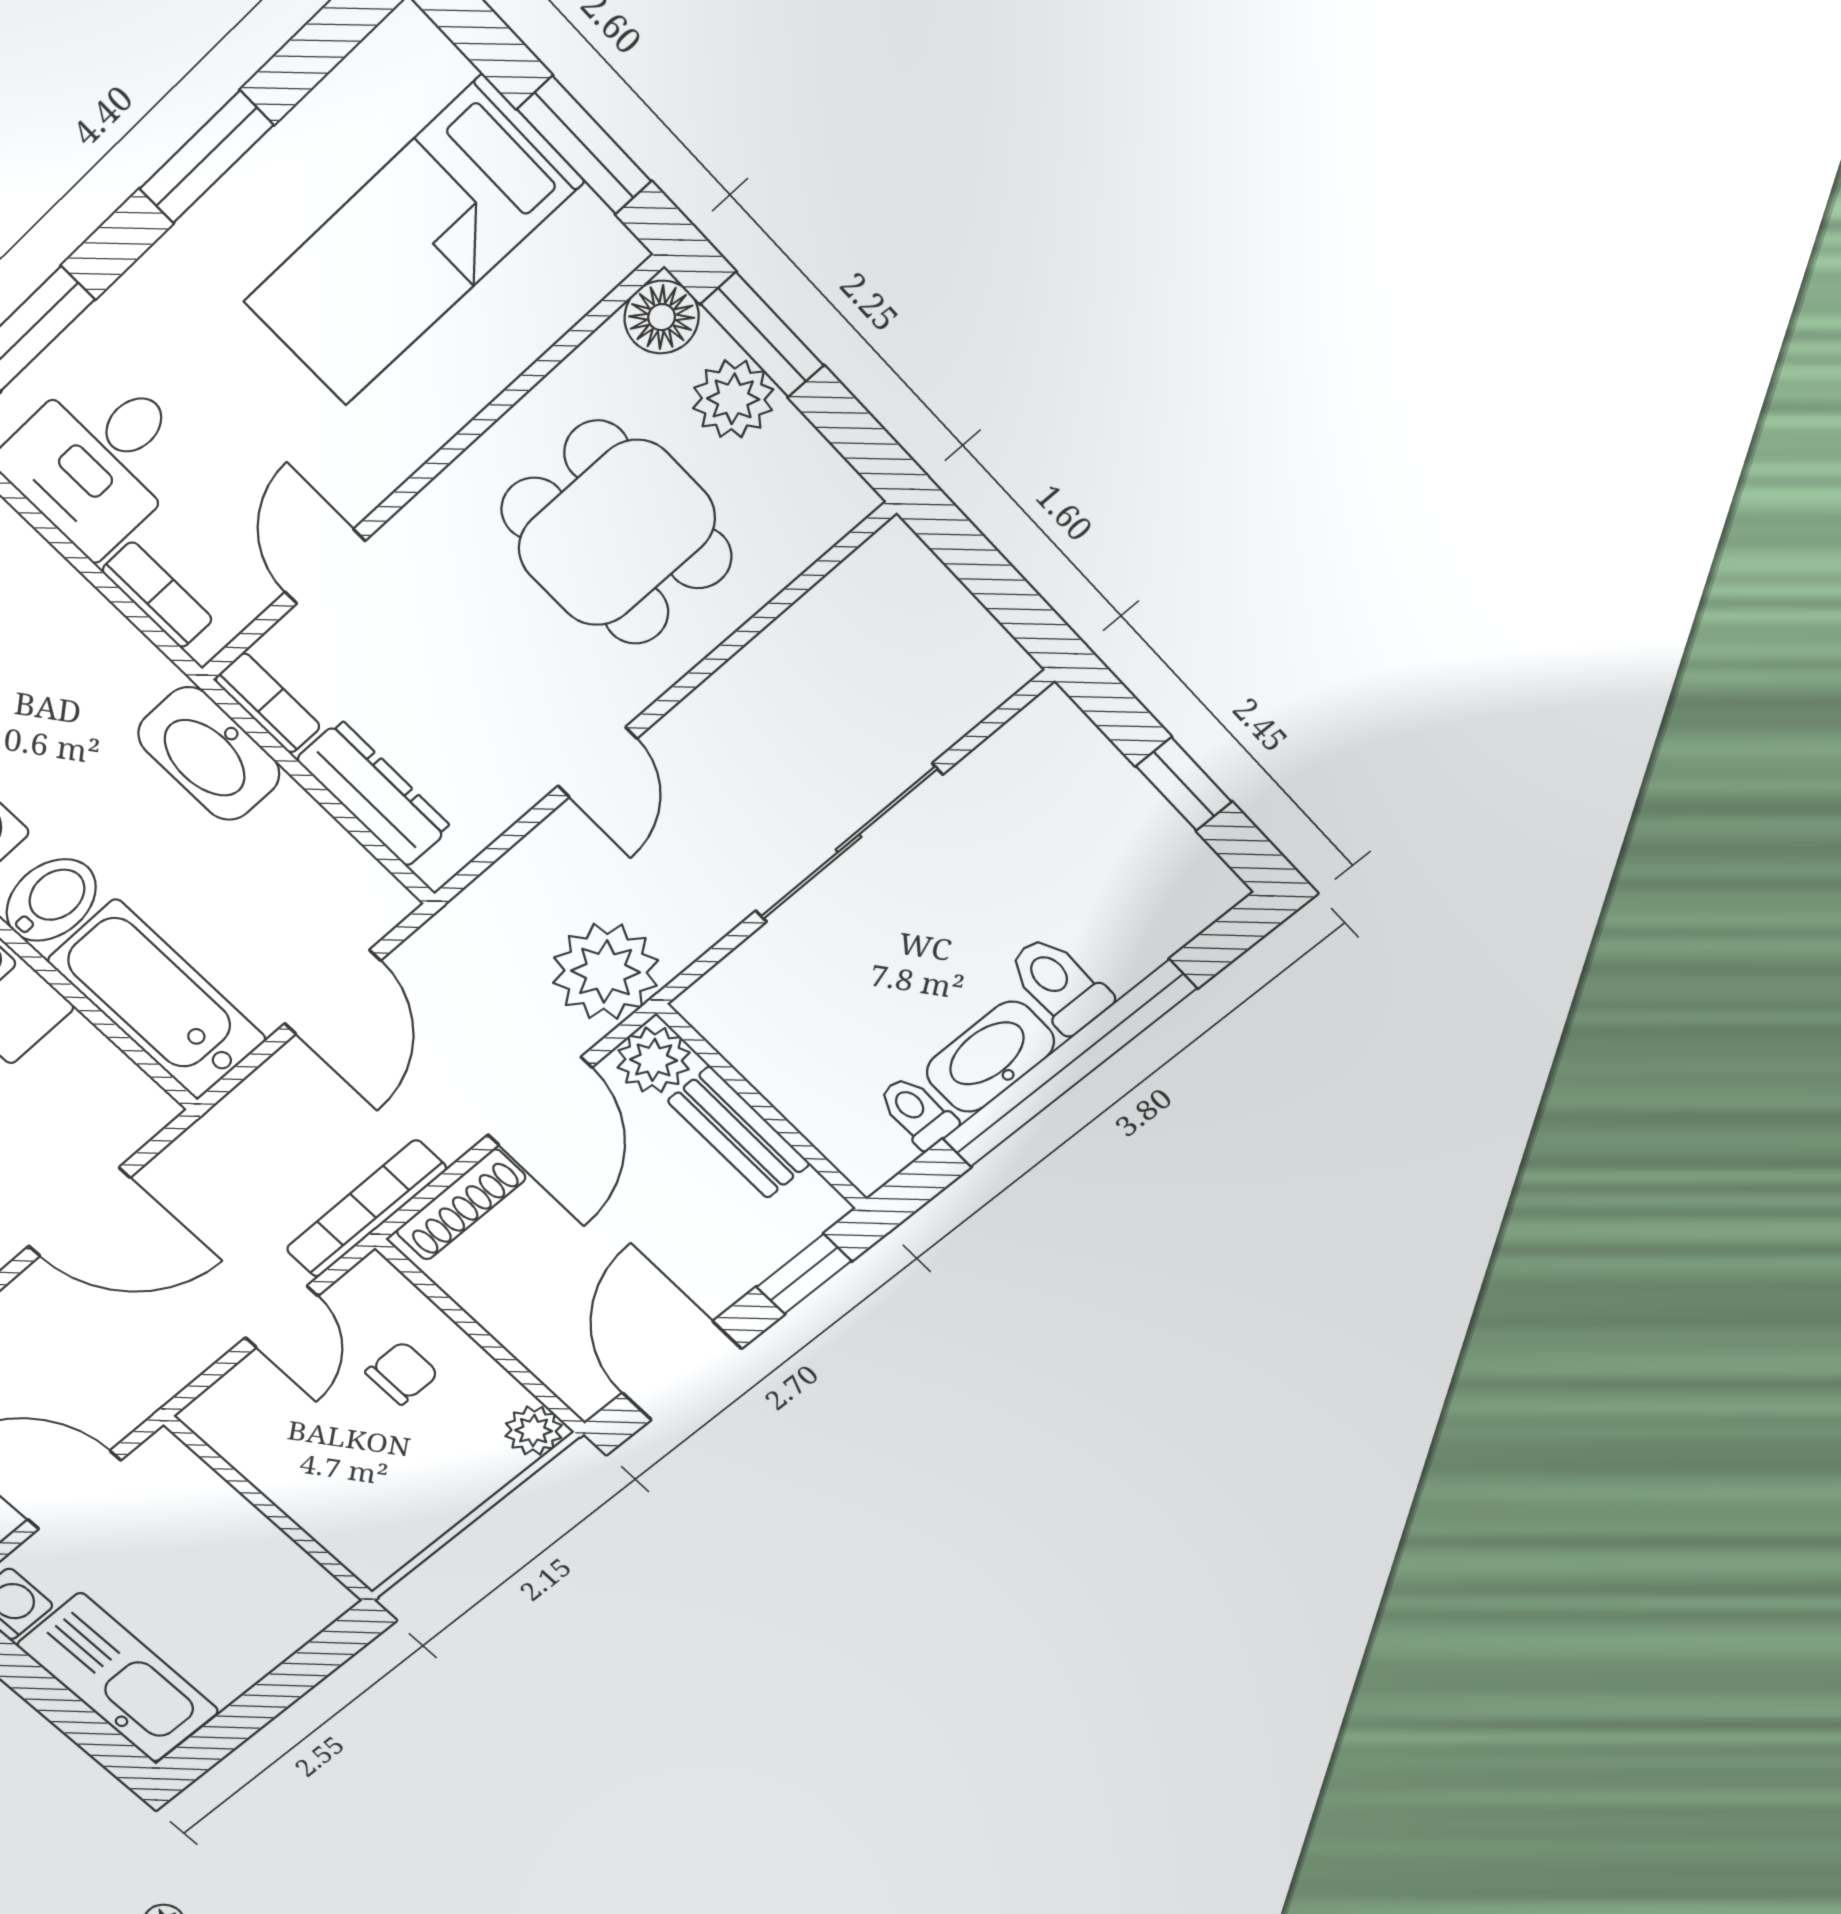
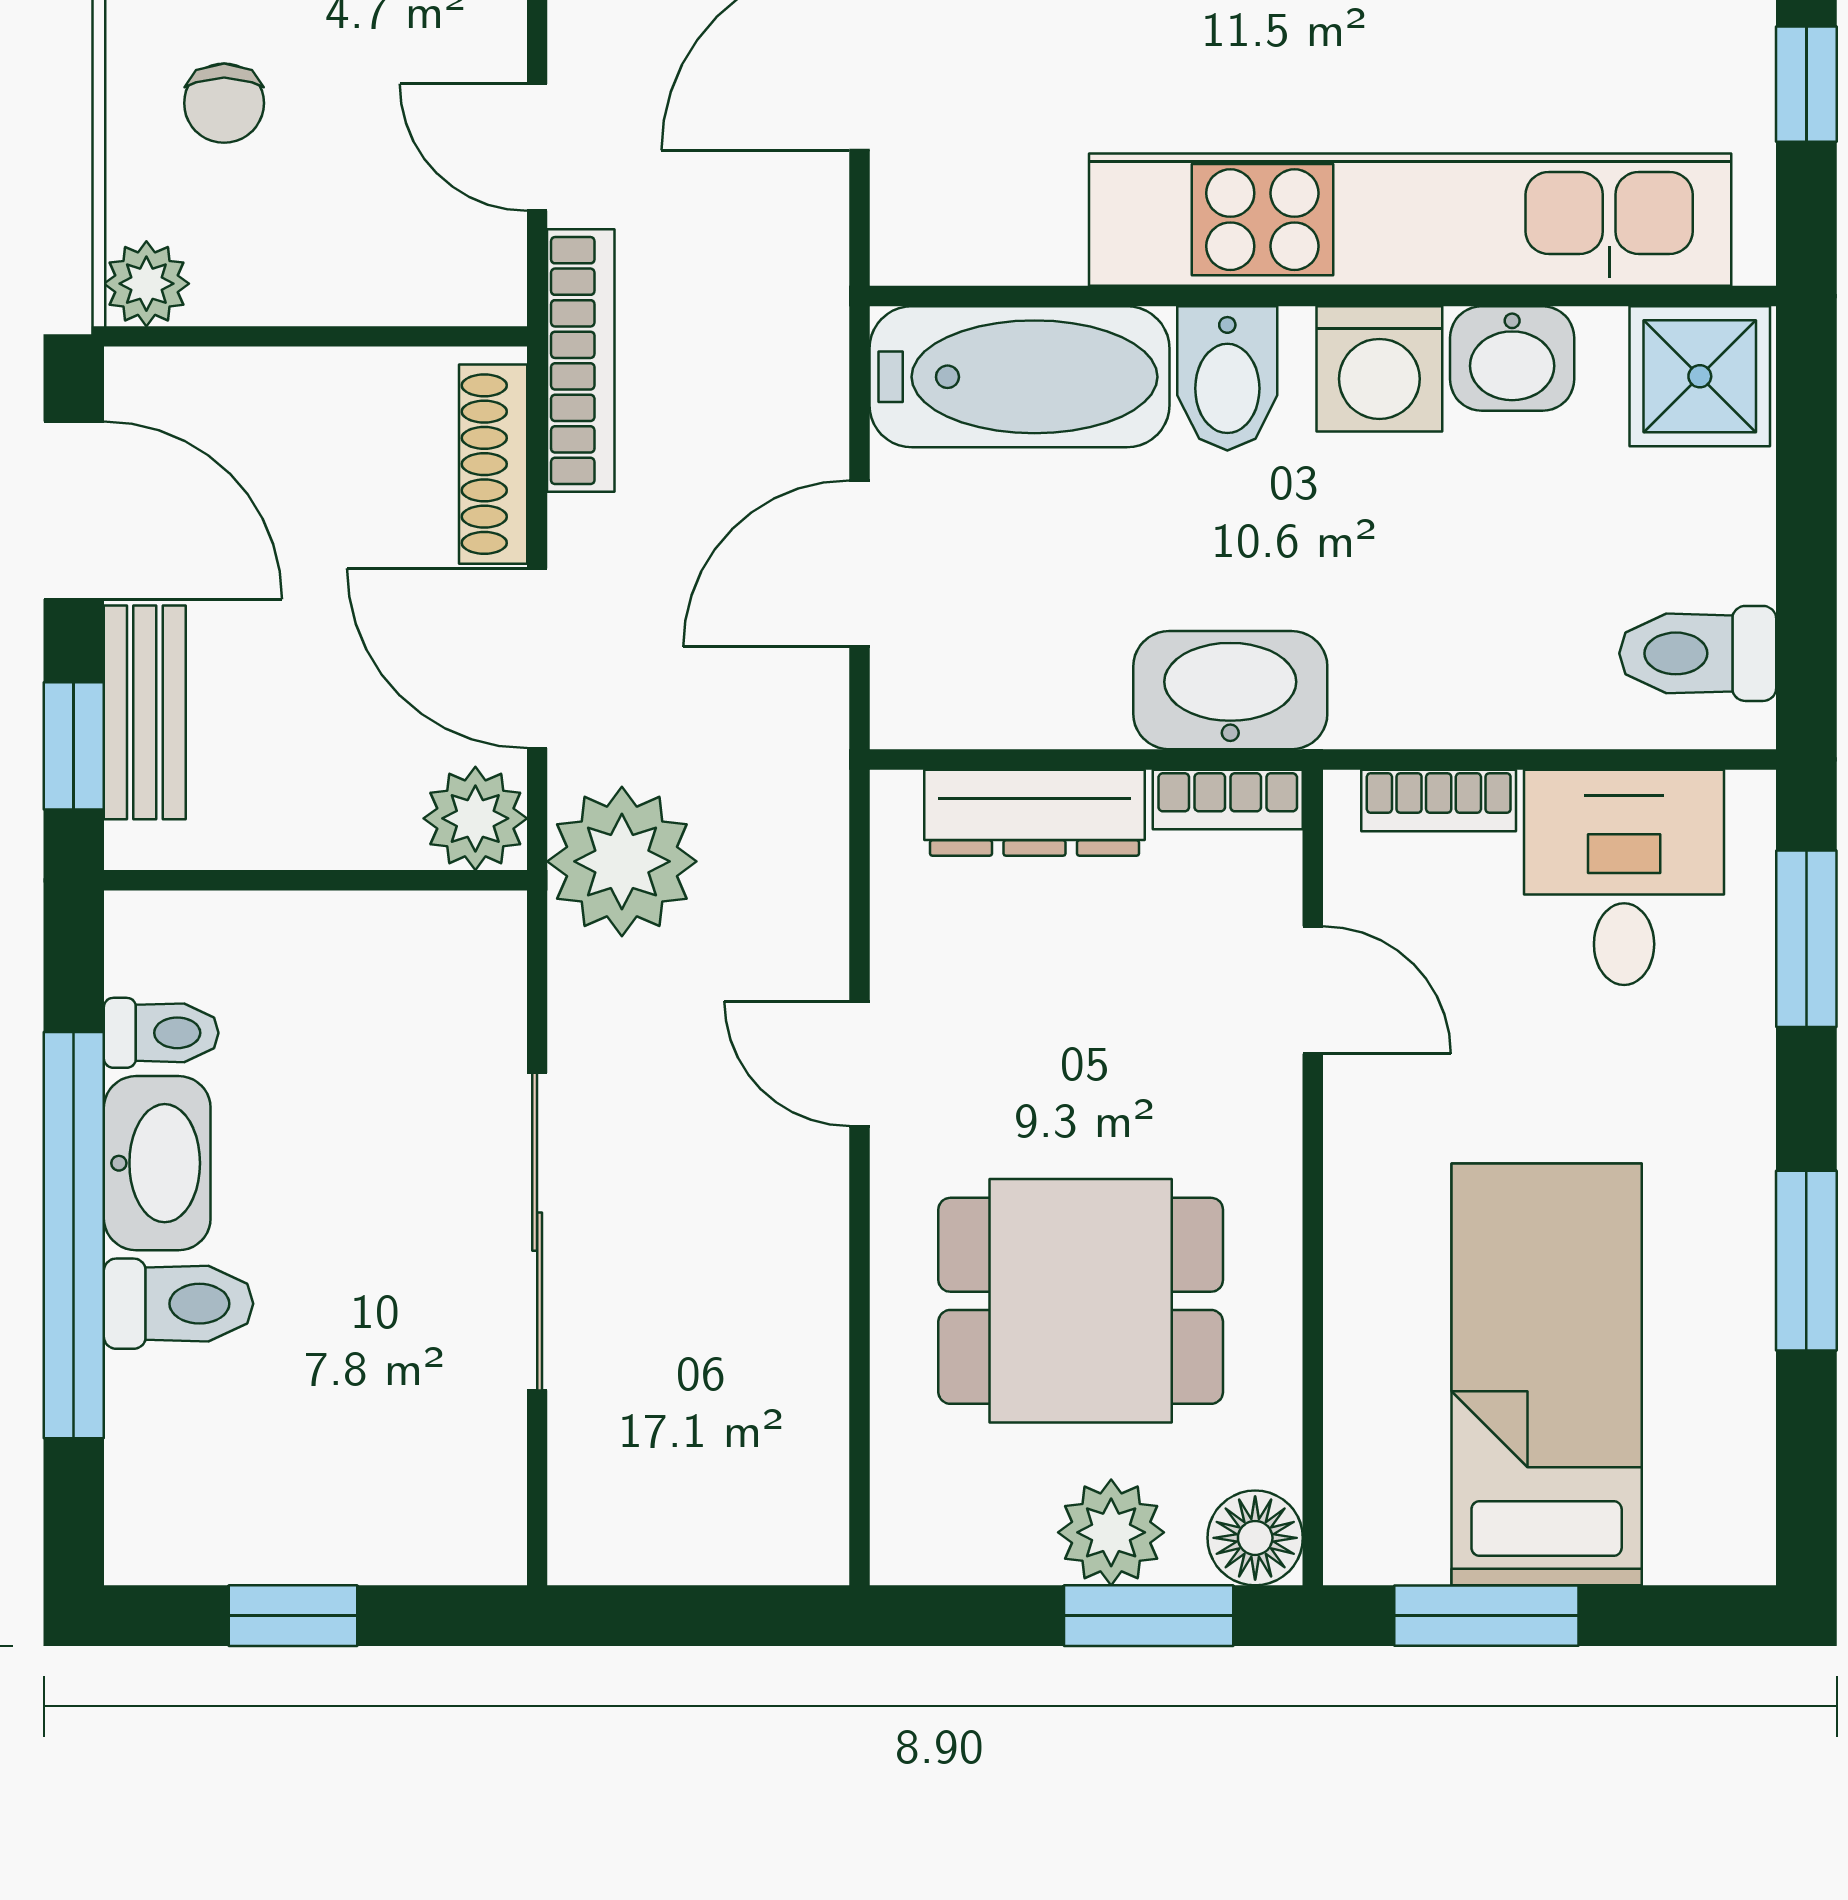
door: (332, 992) -> (859, 564), hinge flipped
bench: (739, 1132) -> (145, 712), moved, turned 90
chair: (402, 1373) -> (224, 103), moved

